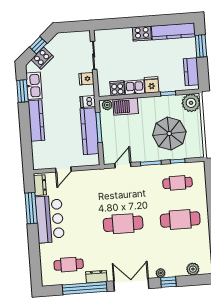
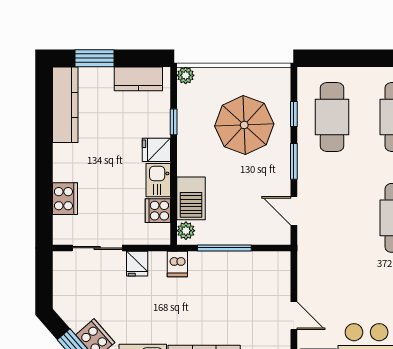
cooker: (142, 34) -> (65, 199), moved
plant: (191, 103) -> (186, 75), width x0.53, depth x0.53
kitchen counter: (90, 131) -> (230, 265), removed
cafe table: (178, 183) -> (332, 117), width x1.37, depth x1.35

